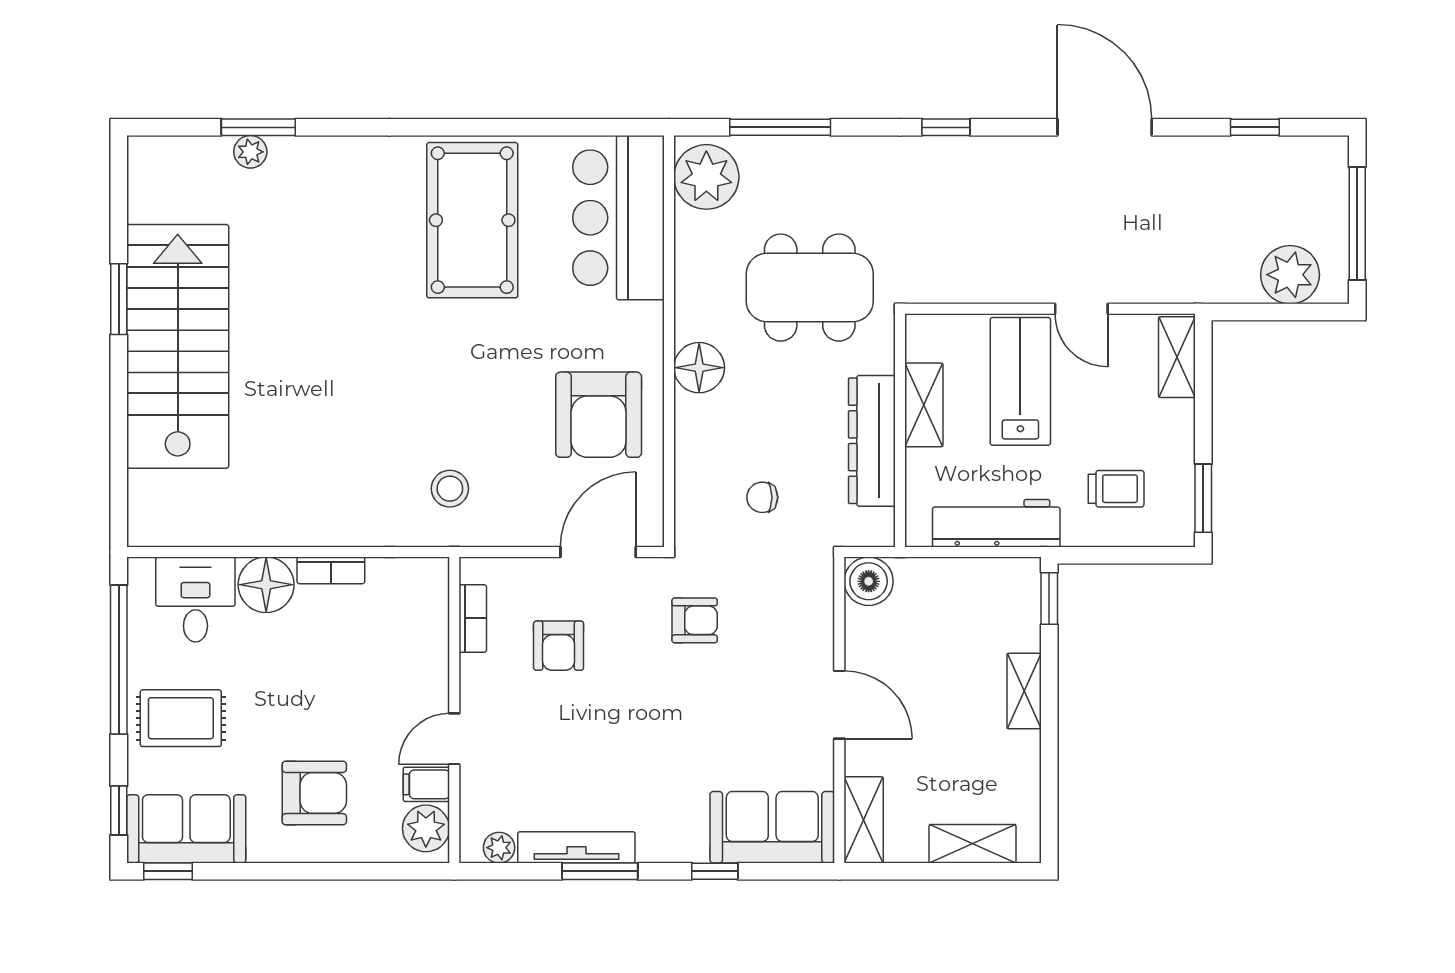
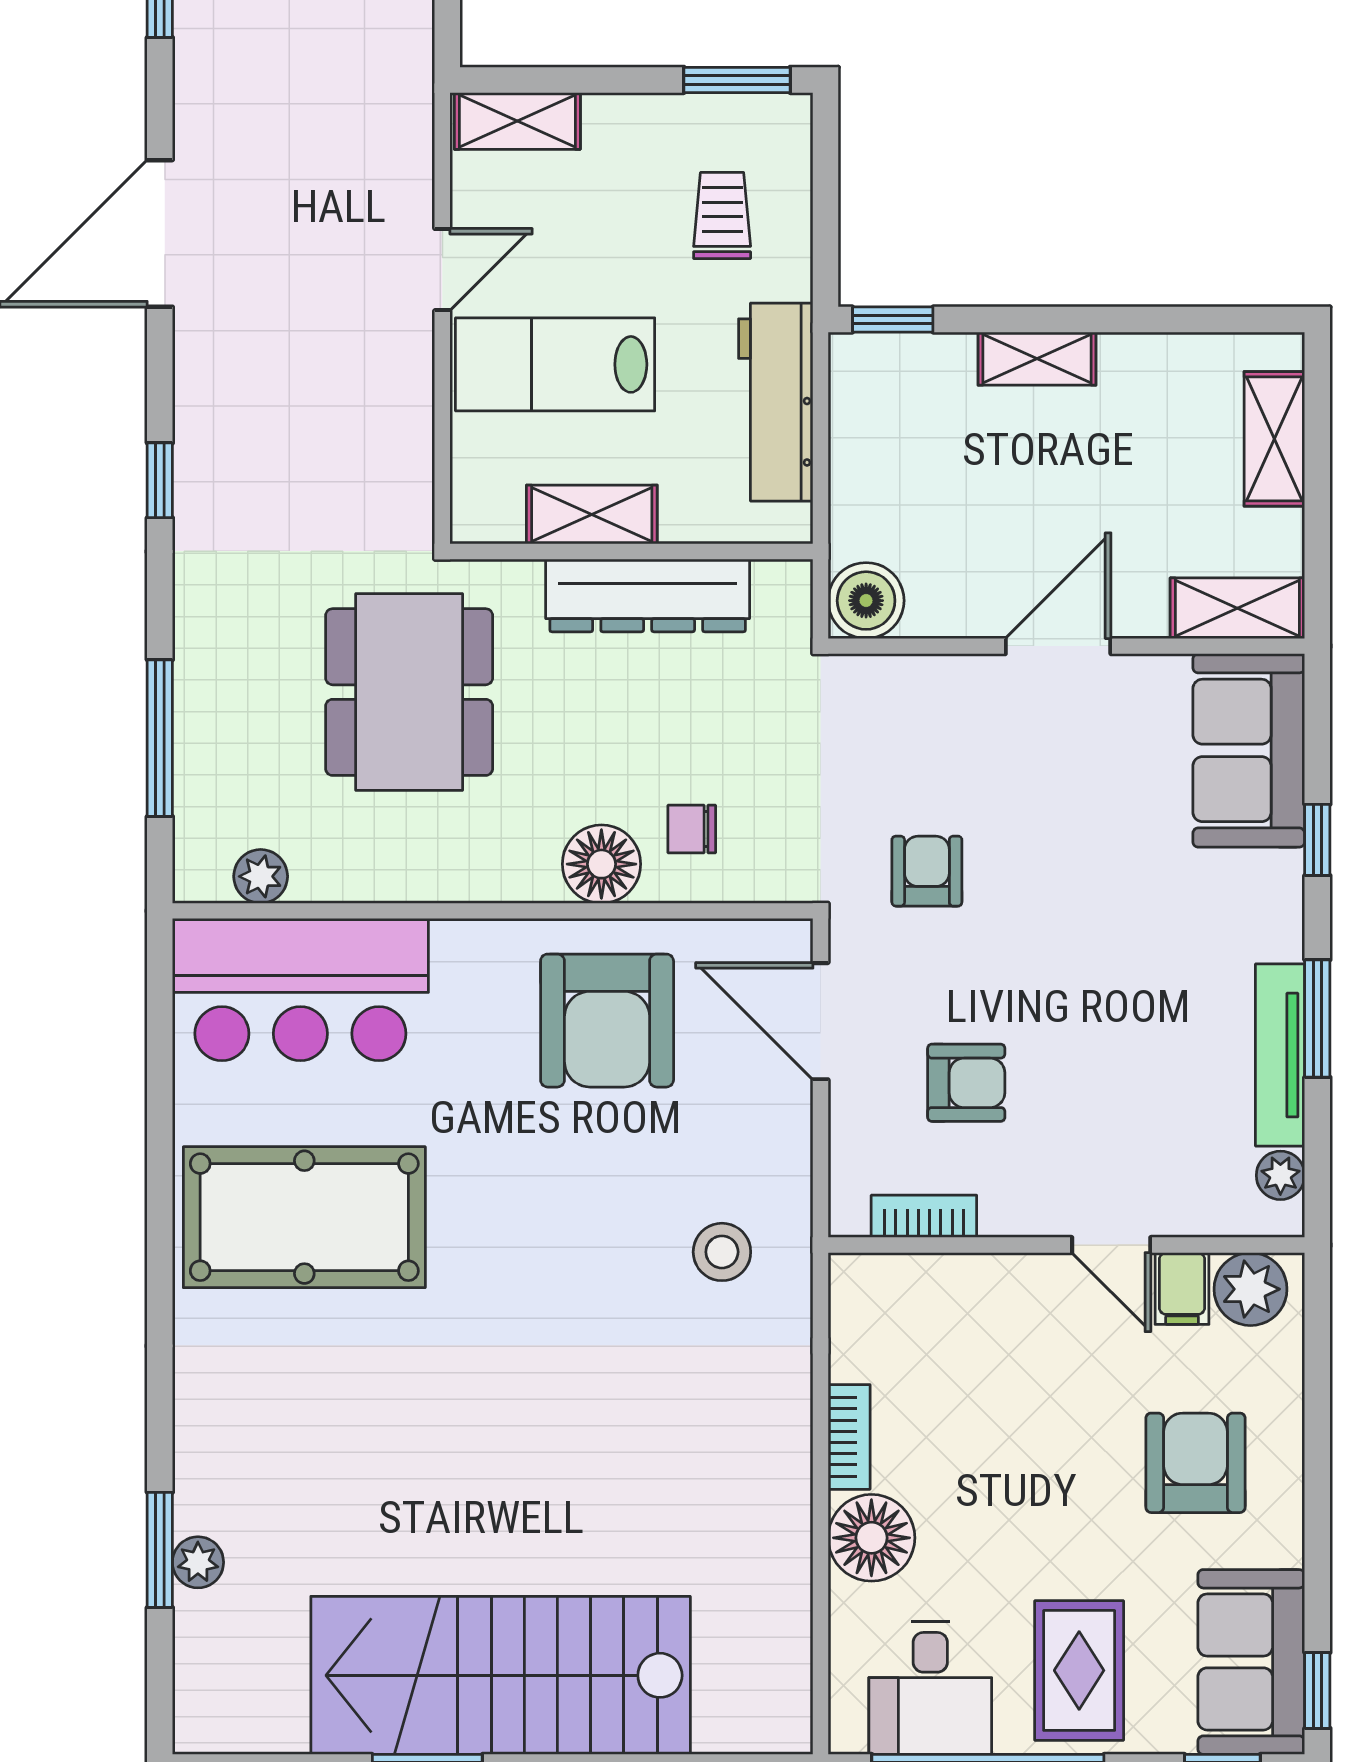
plant: (706, 177) -> (261, 876), width x0.53, depth x0.53
floor lamp: (699, 368) -> (601, 864), moved
armchair: (599, 415) -> (607, 1021), turned 90
chair: (762, 497) -> (692, 829), moved, turned 90
desk: (195, 599) -> (930, 1688), moved, turned -90

